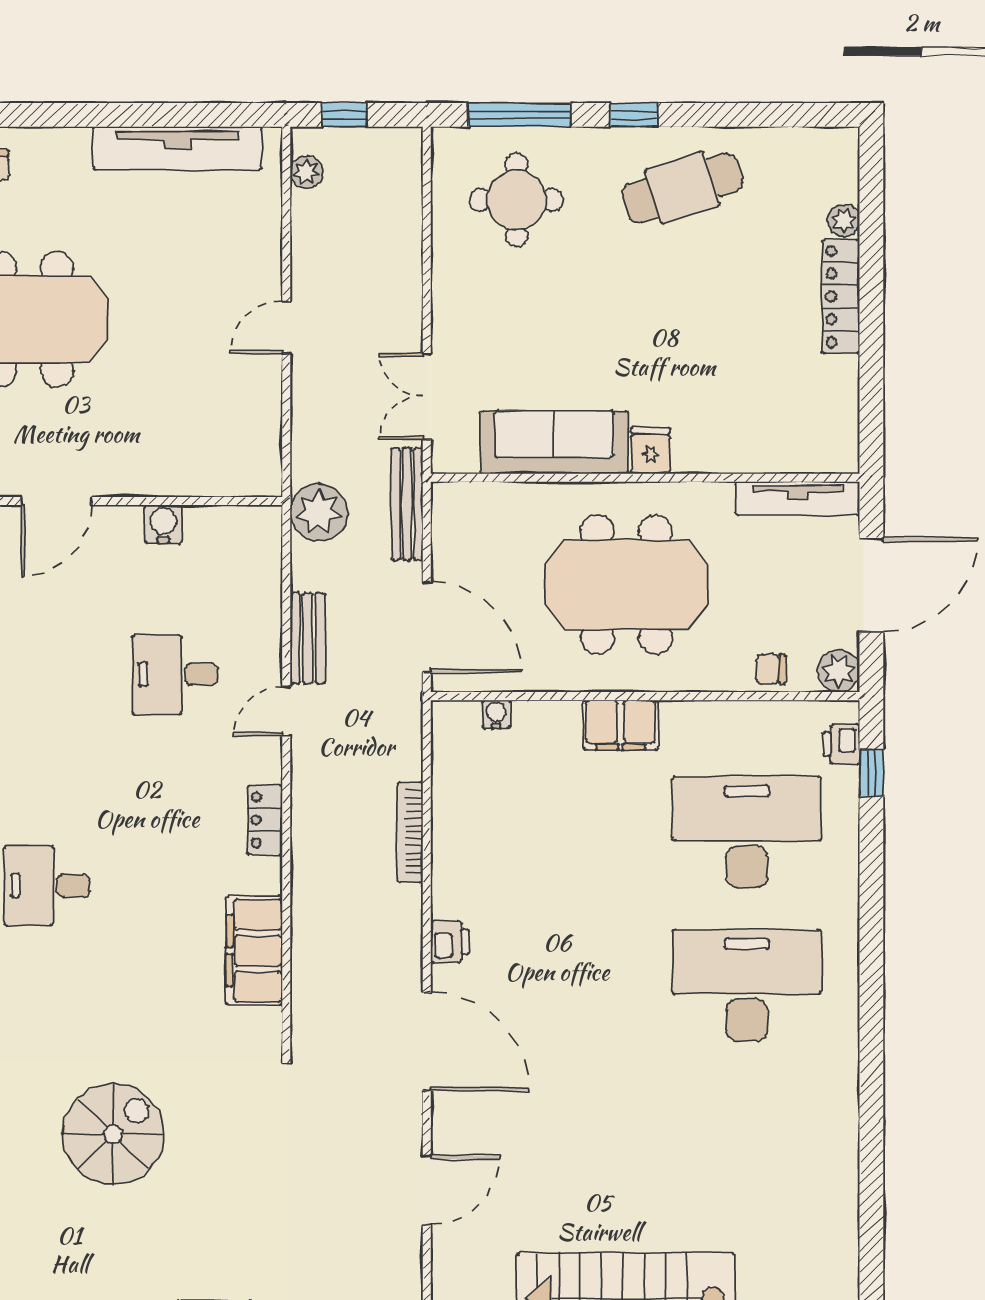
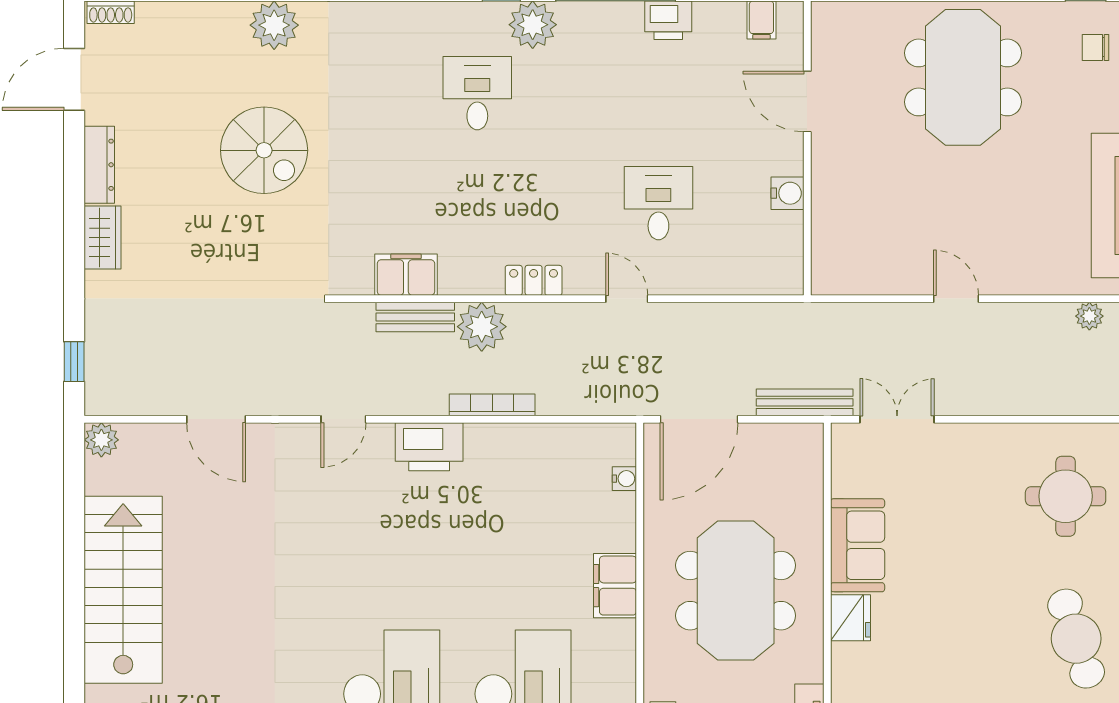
sofa: (554, 442) -> (858, 545), width x0.73
fridge: (651, 451) -> (851, 618), width x1.38
plant: (319, 512) -> (482, 327), moved
bench: (308, 638) -> (415, 317), moved
bookcase: (410, 832) -> (492, 405), moved
printer: (450, 942) -> (429, 447), width x1.87, depth x1.48
filing cabinet: (254, 951) -> (406, 275), width x0.67, depth x0.86
door: (427, 1042) -> (343, 419), width x0.53

